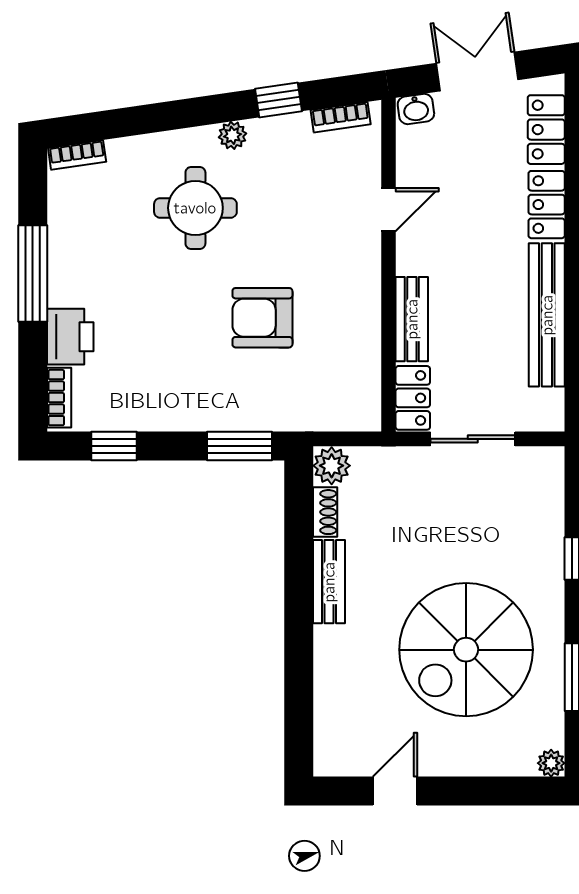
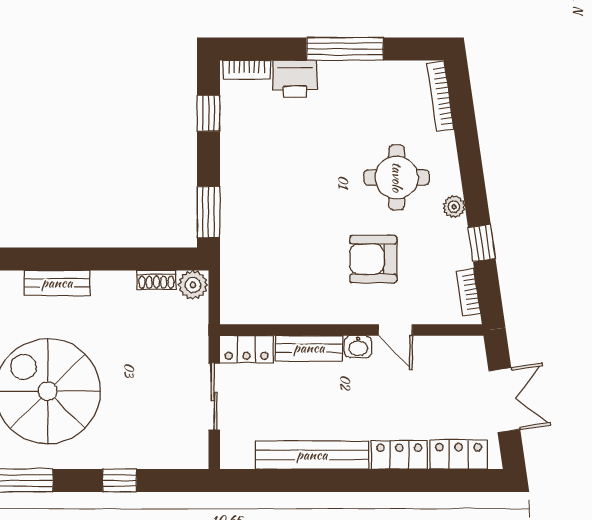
washbasin: (416, 109) -> (358, 347), moved, turned -82
bookcase: (77, 155) -> (440, 96), width x1.56
armchair: (262, 318) -> (373, 259), moved, turned -90
bench: (329, 582) -> (57, 283), moved

